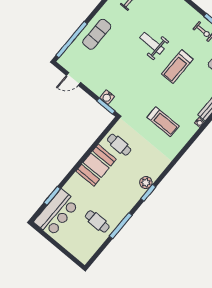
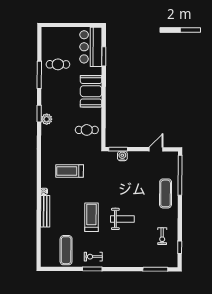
booth: (96, 165) -> (91, 91), moved

